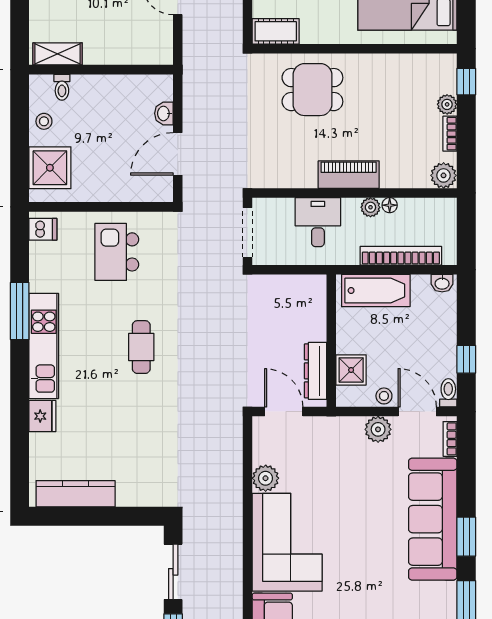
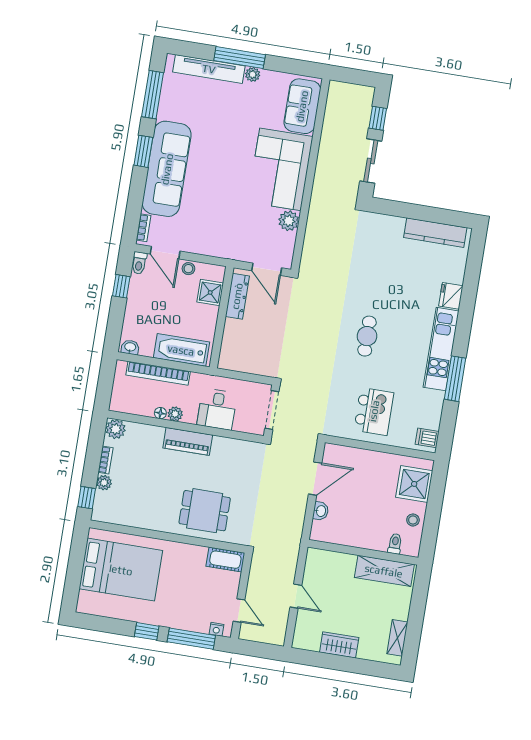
shelving: (58, 54) -> (384, 571), width x1.50, depth x1.33
plant: (378, 429) -> (197, 244), removed

